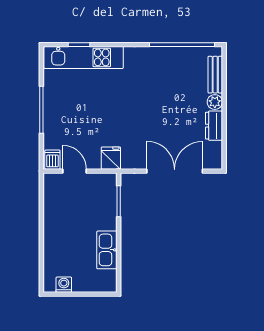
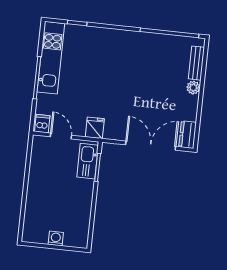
kitchen unit: (84, 57) -> (51, 58), moved, turned -90
dresser: (214, 126) -> (188, 135), moved
kitchen sink: (107, 250) -> (88, 161), moved
washing machine: (64, 285) -> (56, 238), moved

